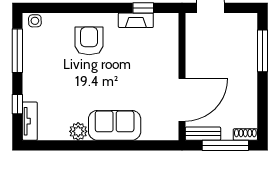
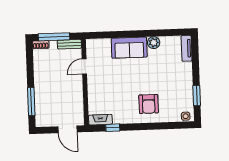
fireplace: (136, 20) -> (100, 120), moved
window: (17, 51) -> (197, 96), width x0.69
door: (182, 100) -> (84, 66), width x0.53
window: (17, 104) -> (195, 59), removed

